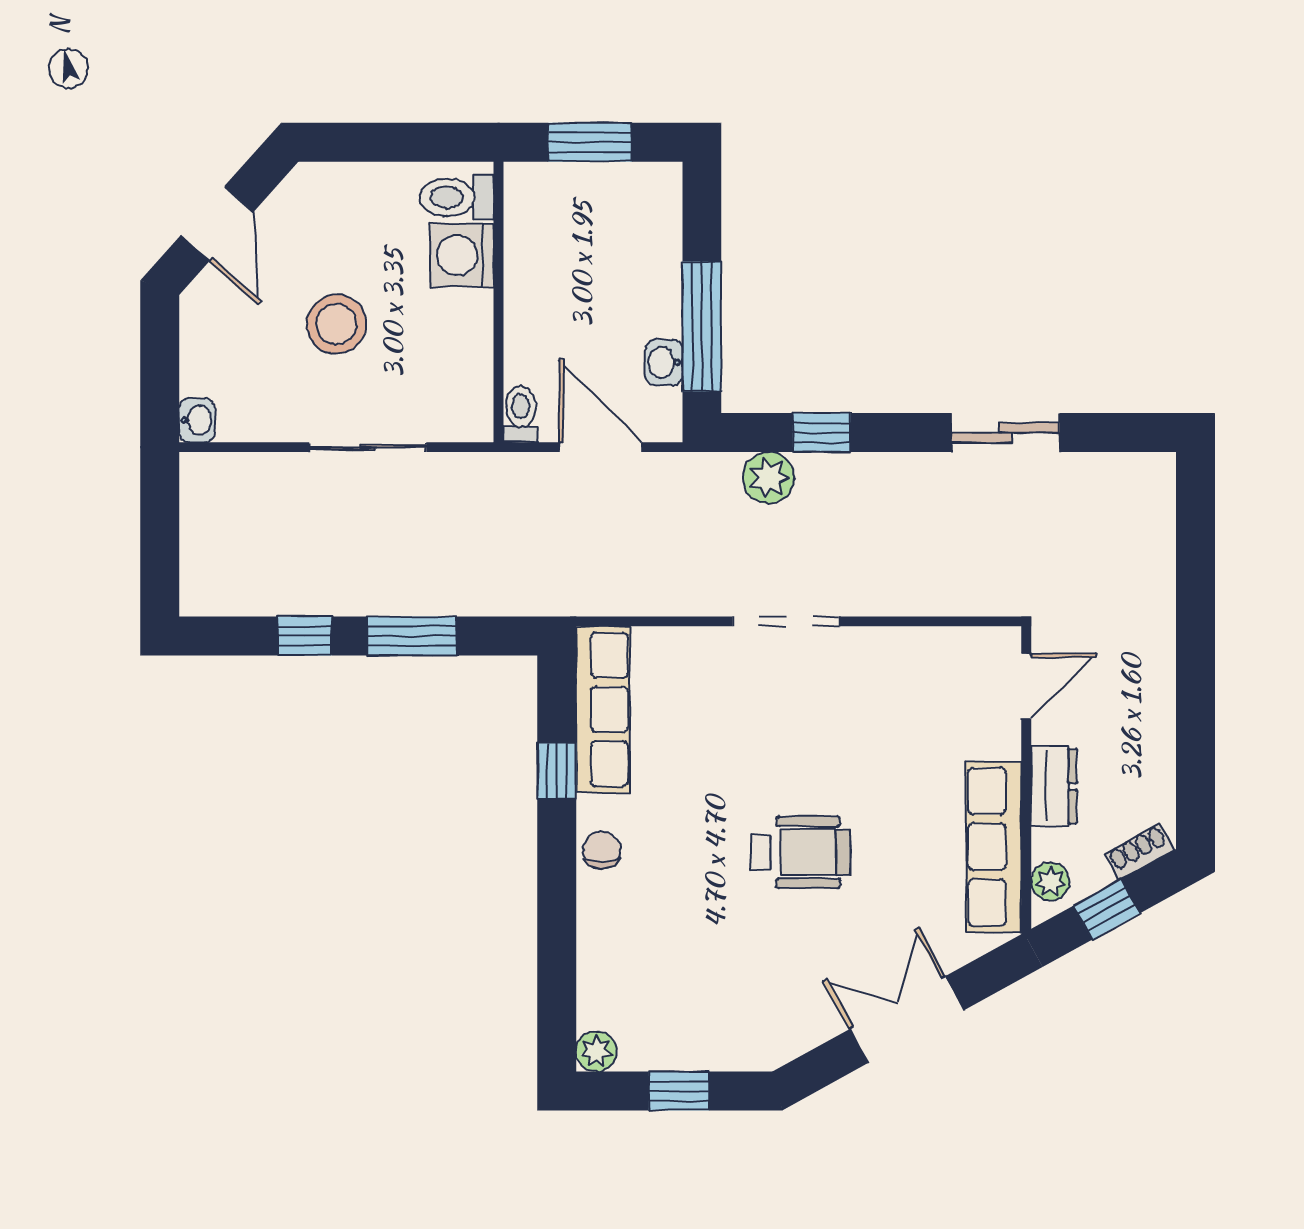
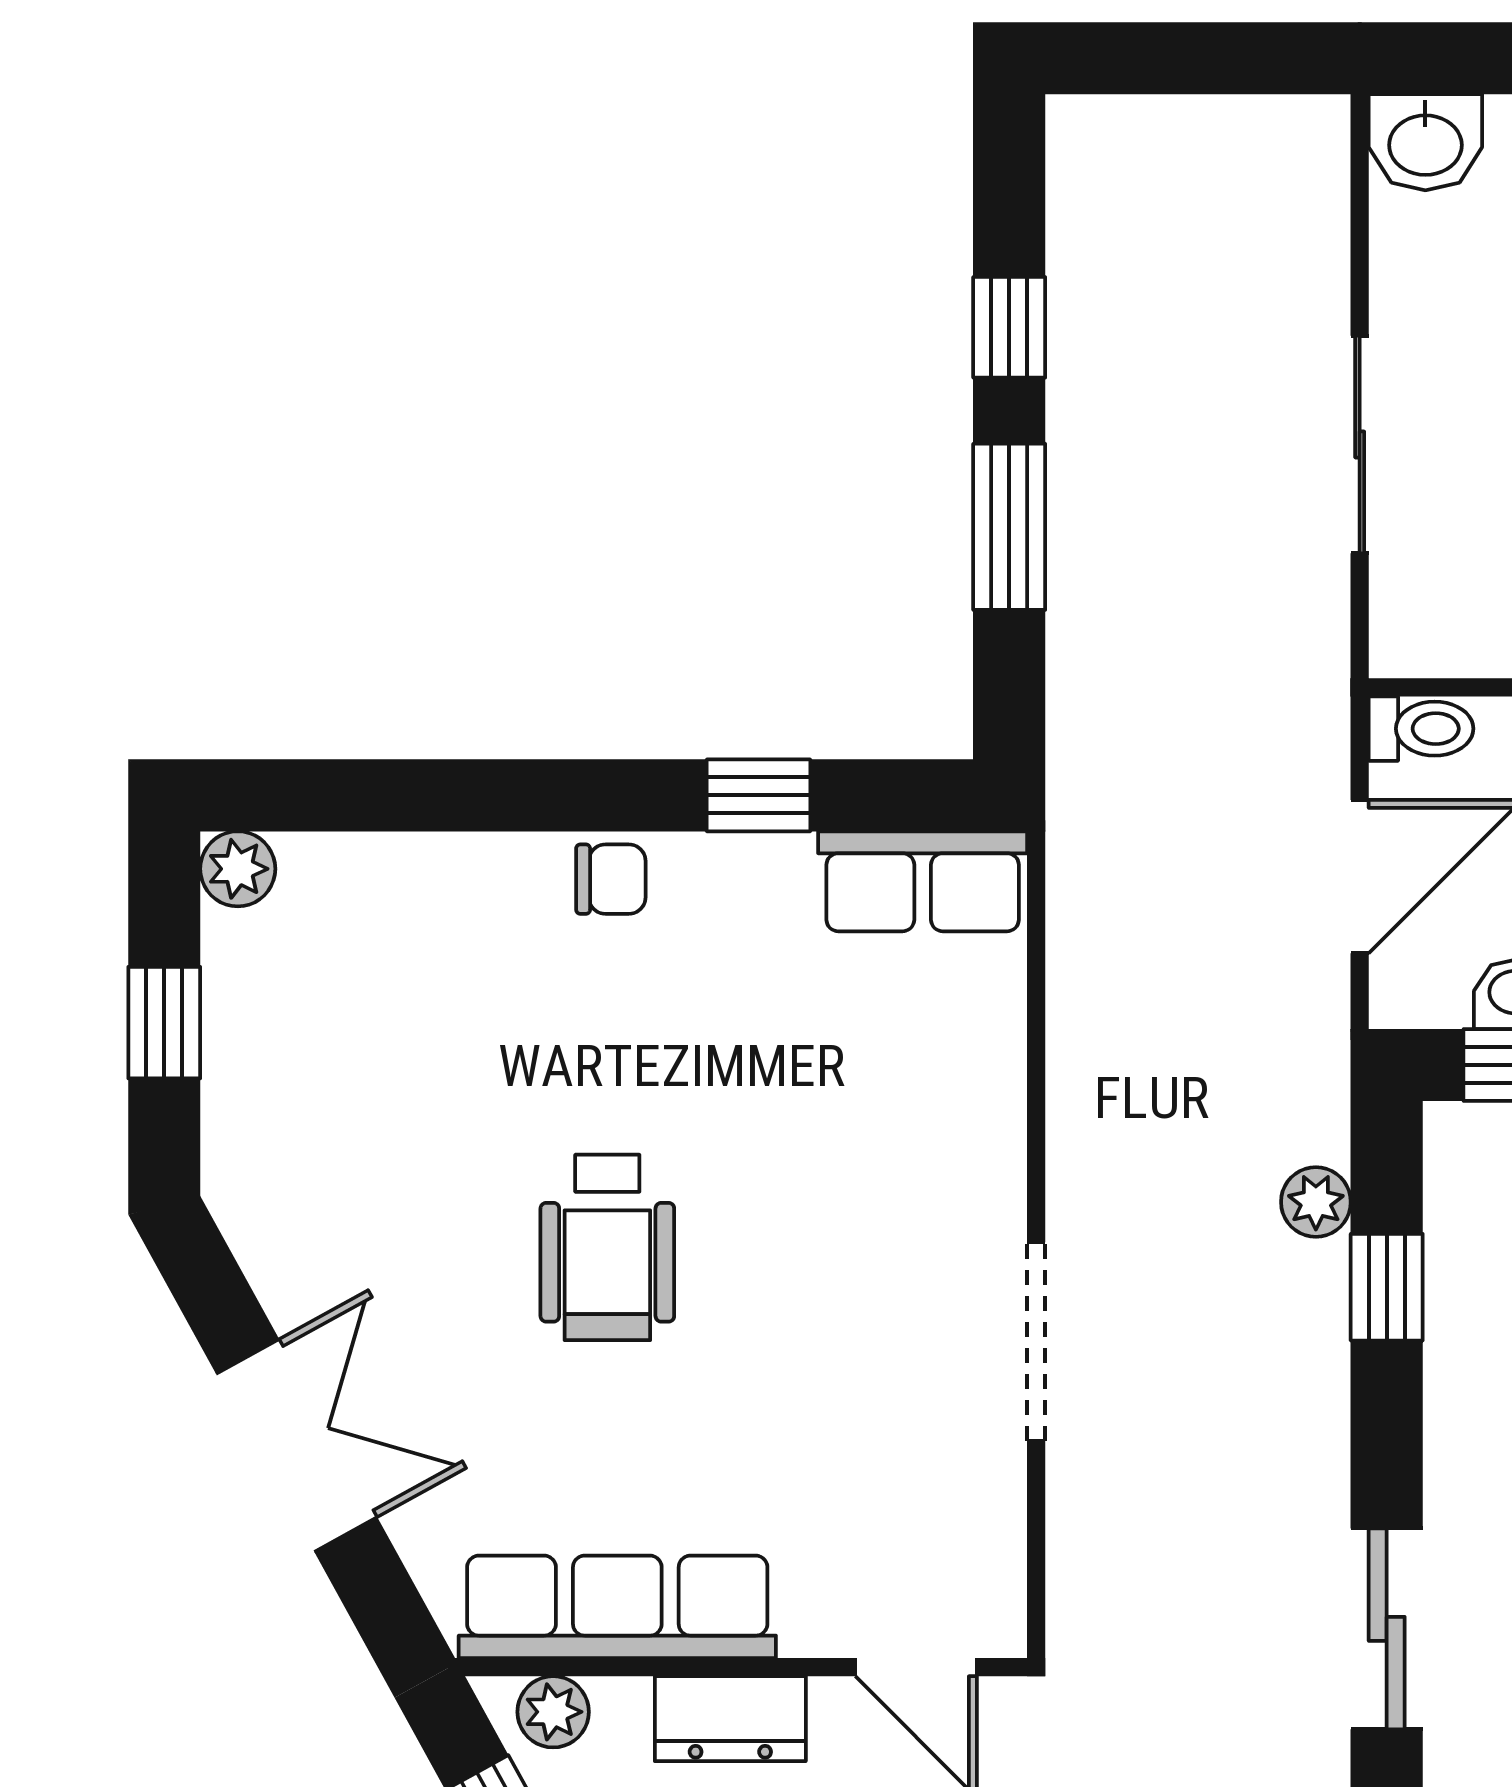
washbasin: (197, 420) -> (1425, 142), width x1.38, depth x1.45
plant: (769, 478) -> (1316, 1202), width x0.73, depth x0.73
doorway: (786, 621) -> (1036, 1341), moved
row of seats: (603, 709) -> (923, 881), width x0.68

